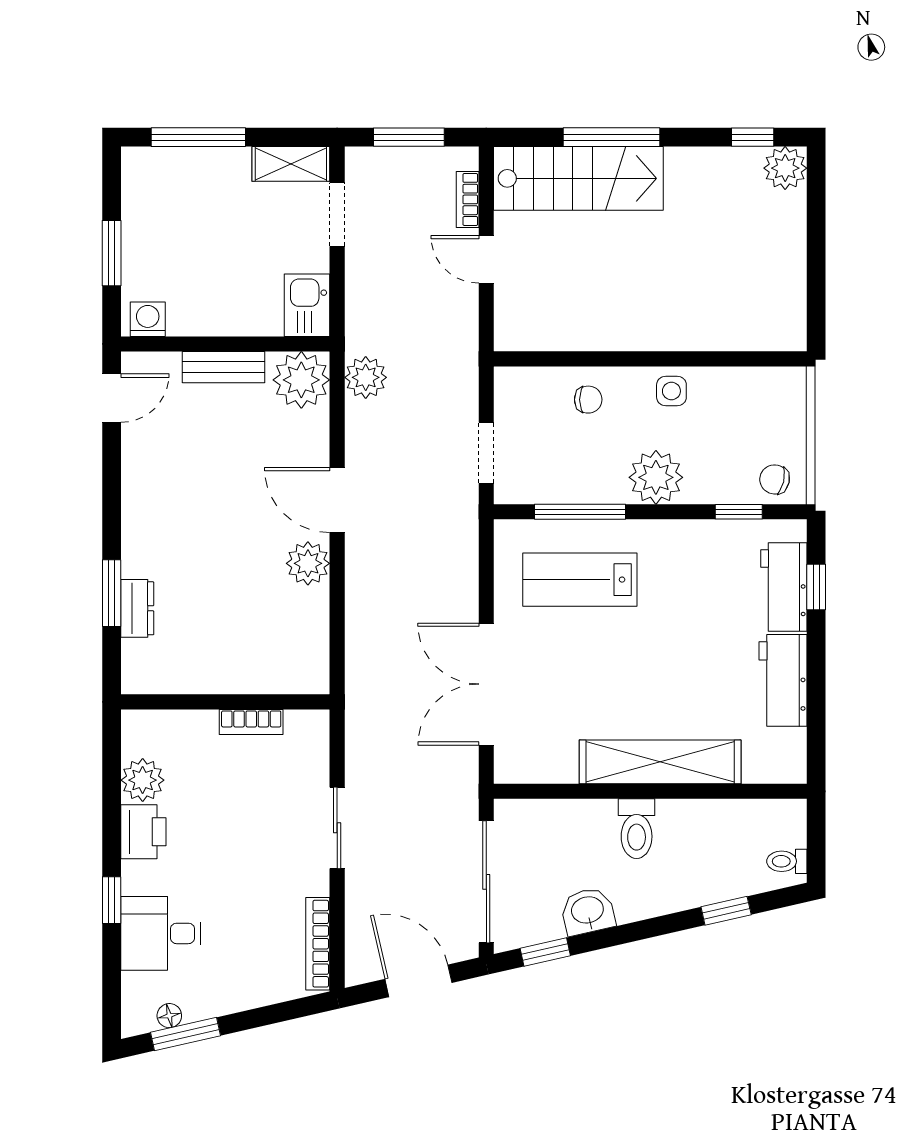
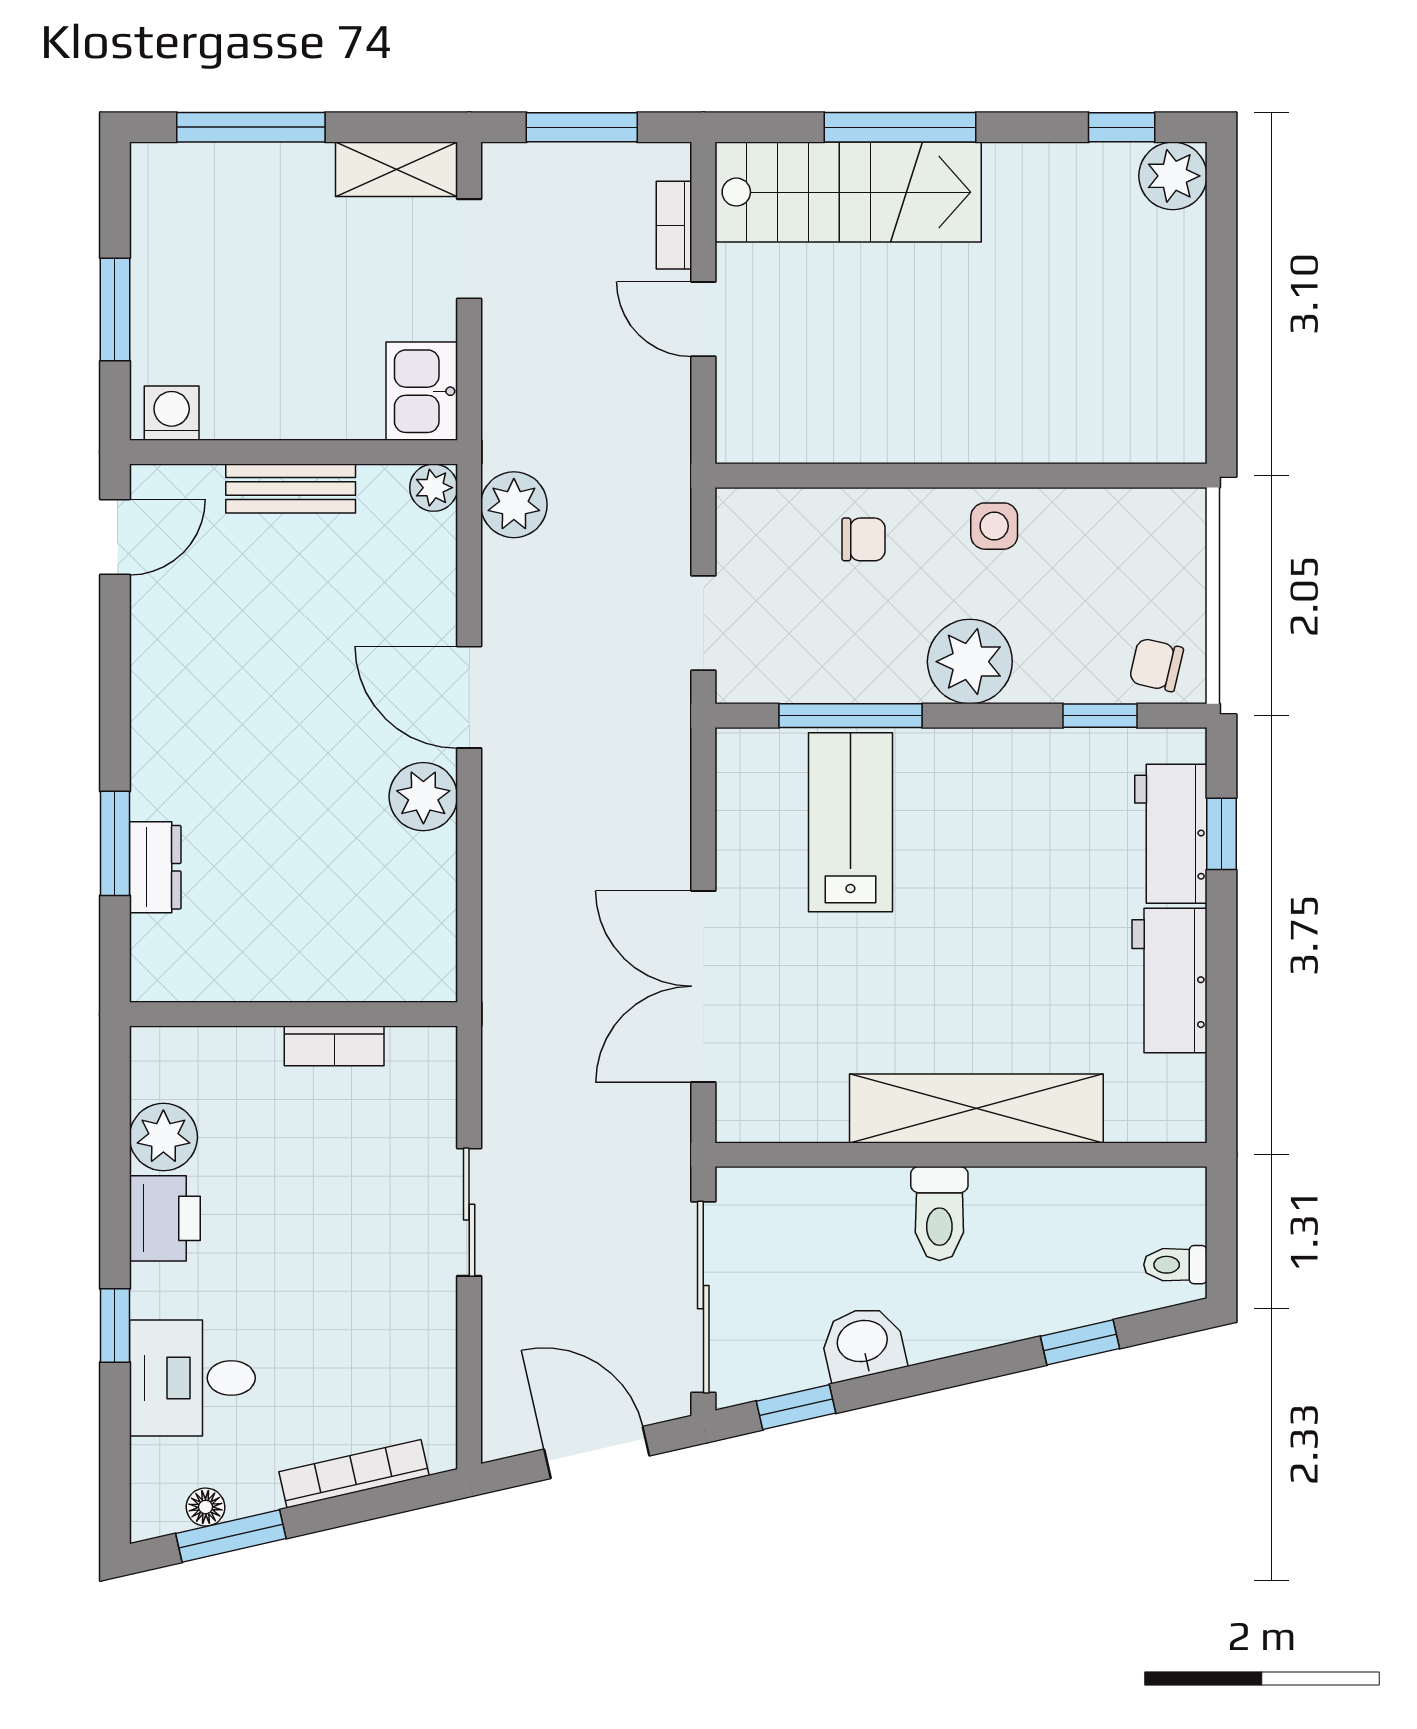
plant: (301, 380) -> (434, 488), width x0.53, depth x0.53
lab bench: (580, 580) -> (850, 822), turned 90
bookcase: (318, 944) -> (354, 1474), moved, turned 77

